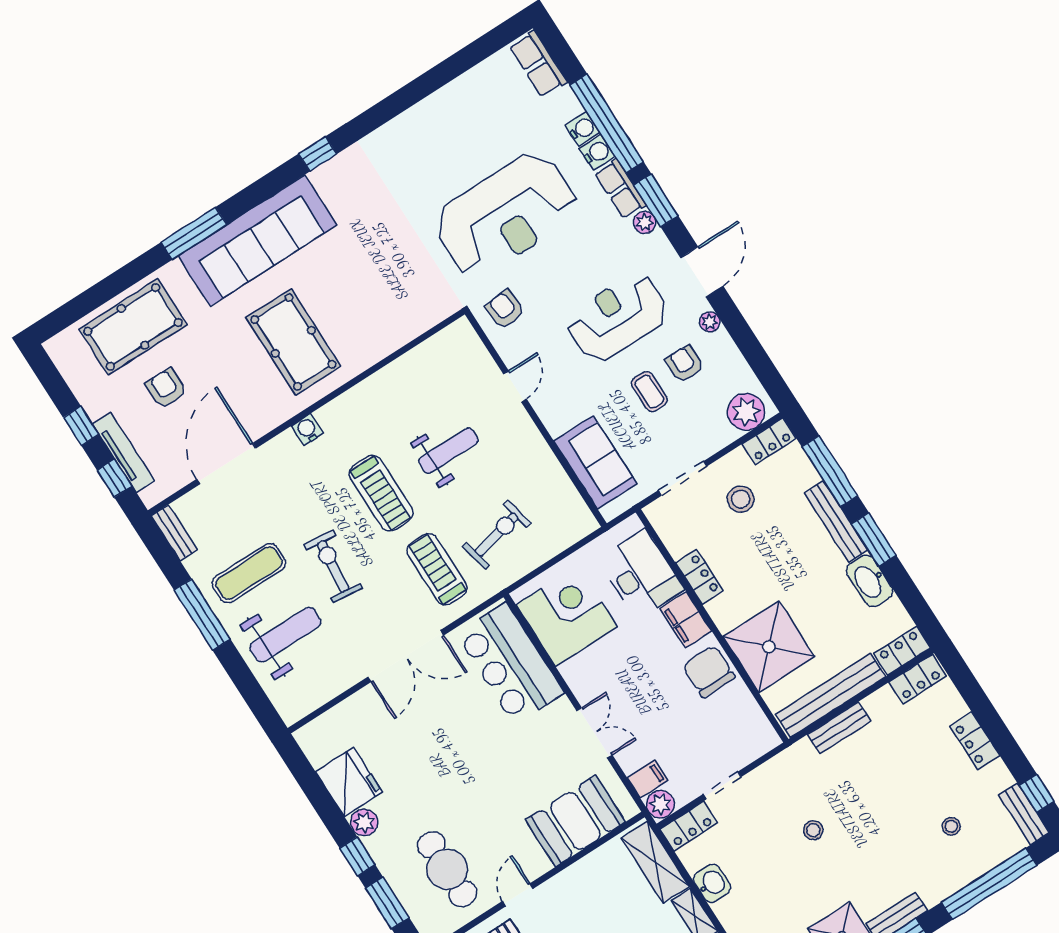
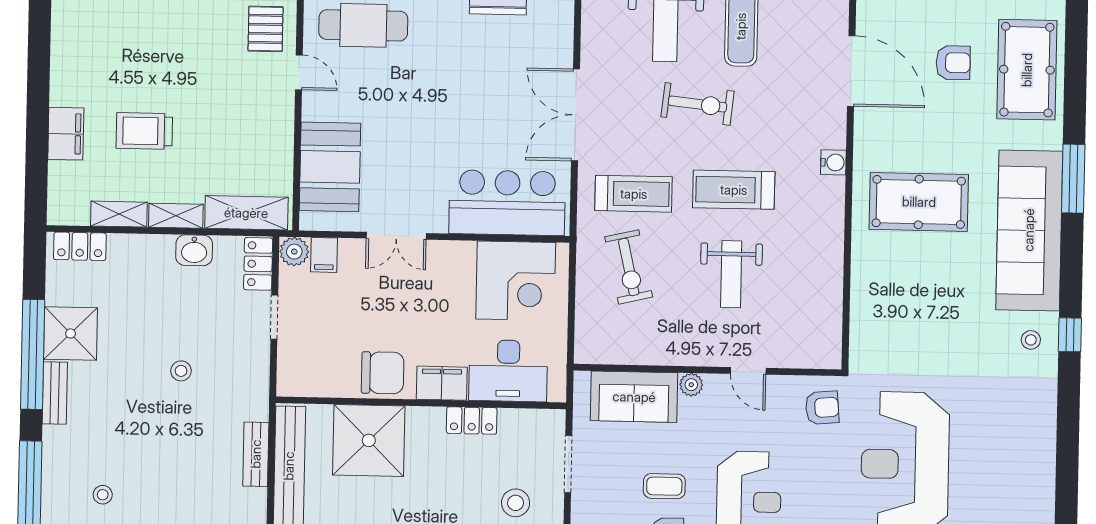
stool: (342, 182) -> (1031, 340), added
plant: (556, 424) -> (691, 385), added

